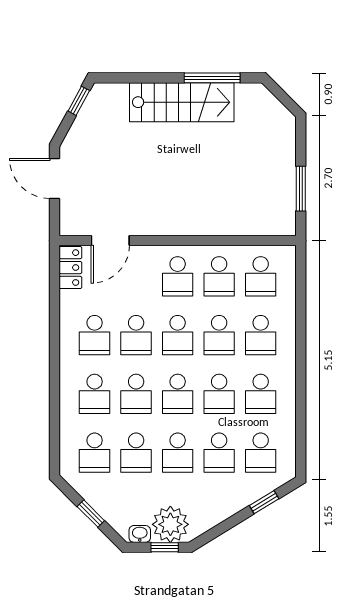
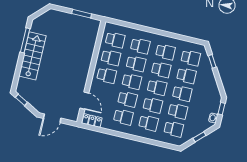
plant: (170, 524) -> (212, 104), removed

